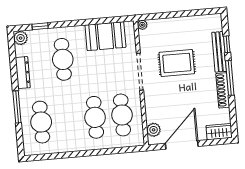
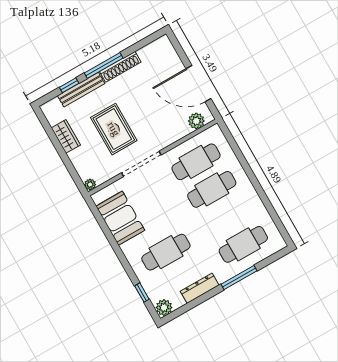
wardrobe: (219, 132) -> (66, 136), moved, turned 180

